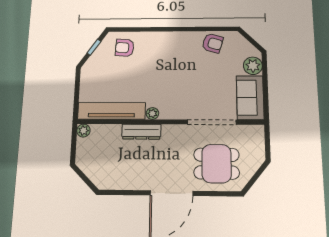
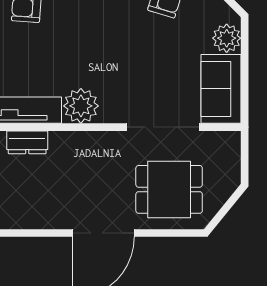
plant: (152, 113) -> (81, 106), width x1.88, depth x1.88
dresser: (141, 132) -> (27, 142), moved, width x0.70

